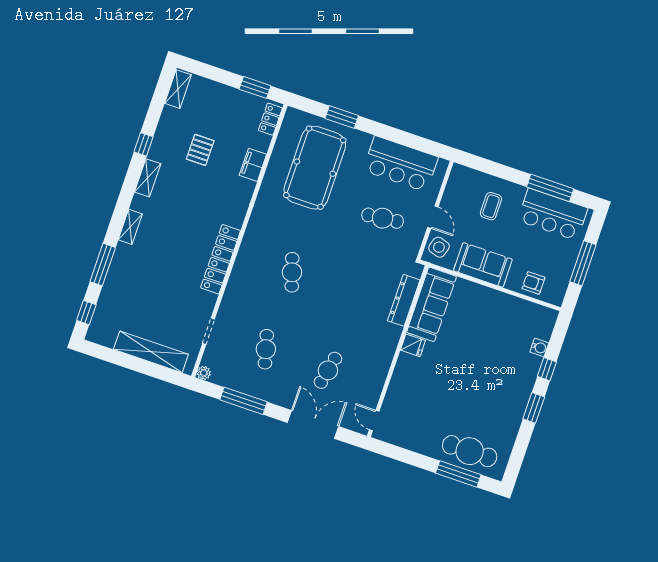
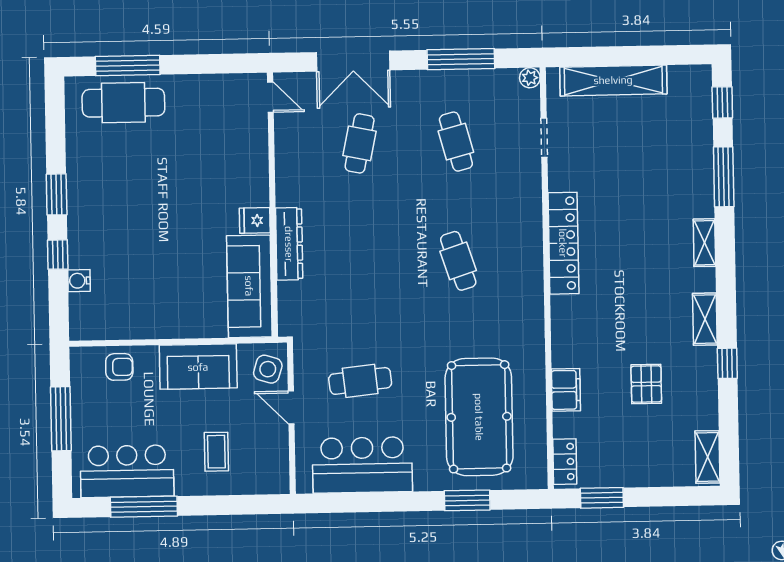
dresser: (404, 300) -> (289, 244), moved

